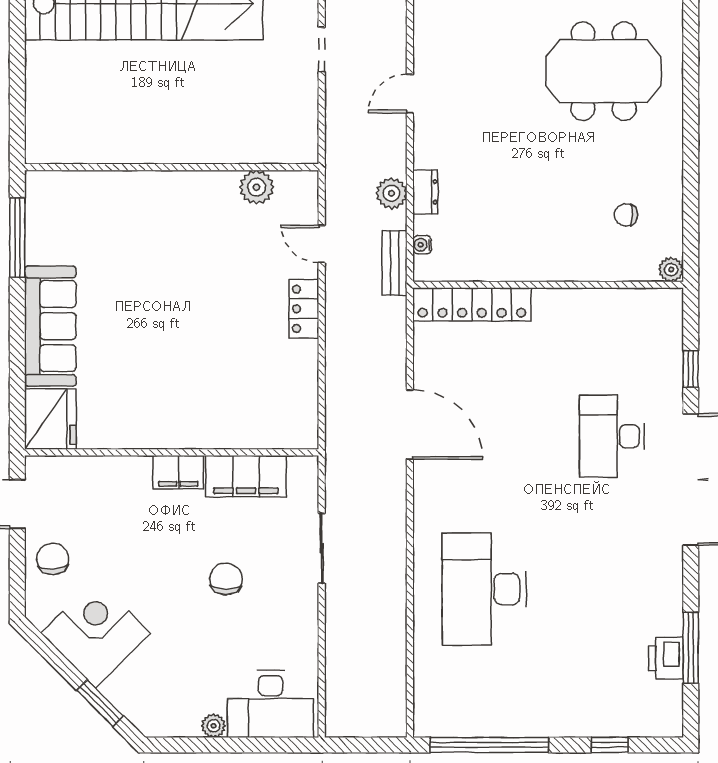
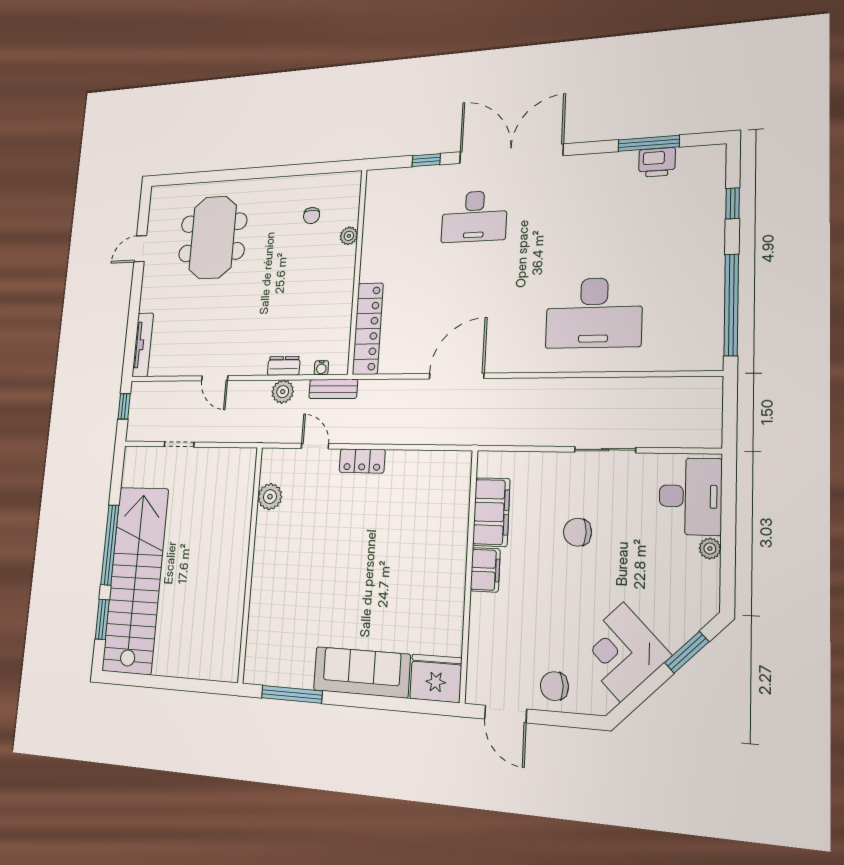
door: (322, 244) -> (315, 446), swing flipped
plant: (671, 270) -> (349, 236), moved
sliding door: (322, 548) -> (605, 450), moved

